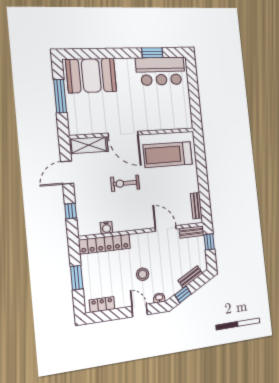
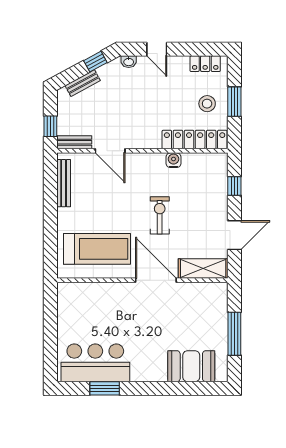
booth: (91, 75) -> (191, 366), width x0.73, depth x0.70
exercise bike: (125, 183) -> (160, 215), turned -90
bench: (196, 206) -> (64, 183), width x1.36
water cooler: (106, 228) -> (173, 160), moved
stool: (143, 274) -> (207, 104), moved

